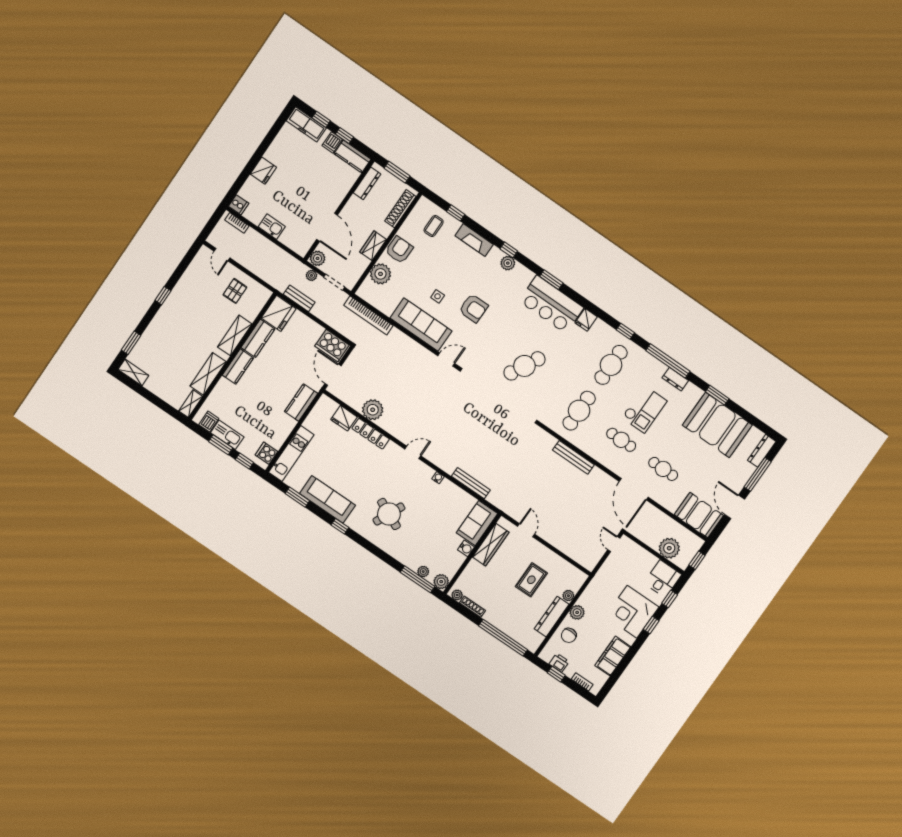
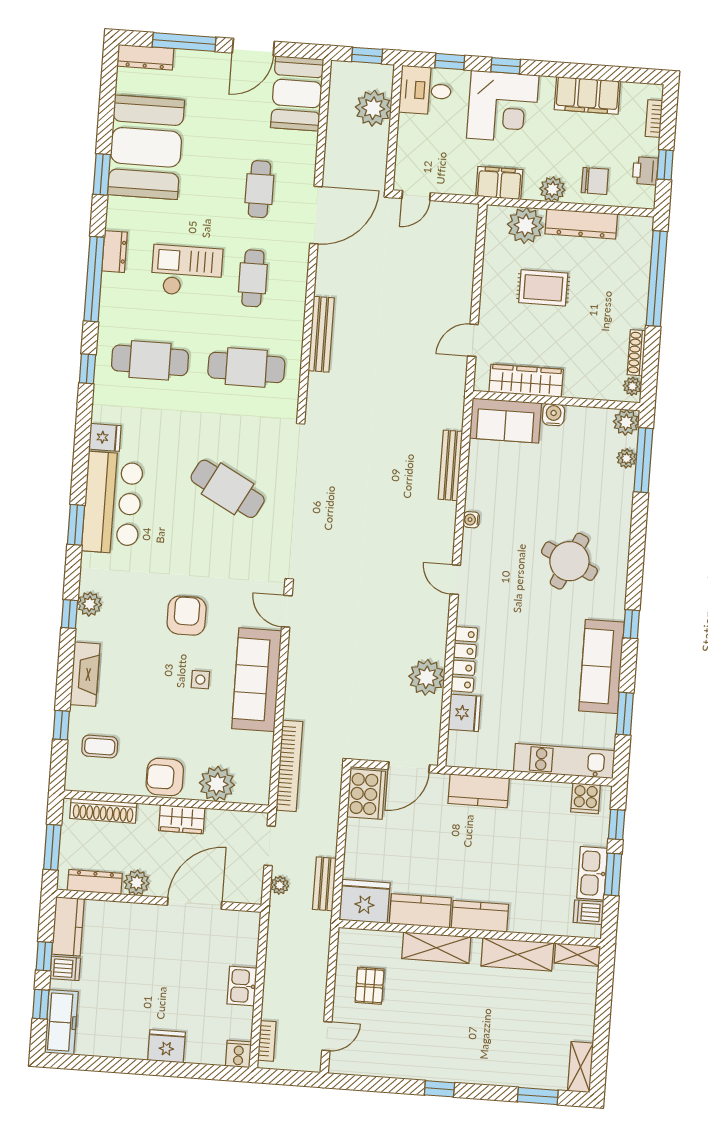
plant: (318, 258) -> (137, 883), moved
pallet: (235, 291) -> (370, 986), turned 90
filing cabinet: (596, 588) -> (499, 183), added
plant: (568, 596) -> (525, 225), width x1.87, depth x1.87

